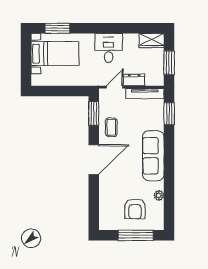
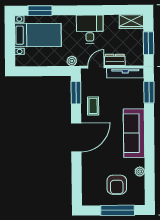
plant: (90, 81) -> (72, 61), added

